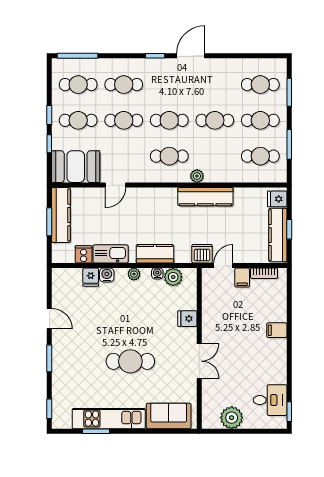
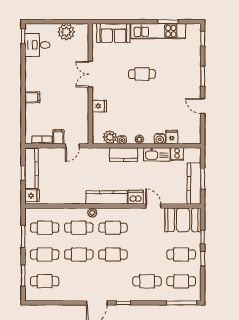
cafe table: (124, 120) -> (79, 228), moved
door: (115, 185) -> (153, 206), hinge flipped
kitchen counter: (205, 197) -> (107, 197), moved
dishwasher: (202, 254) -> (136, 197), moved, turned 180
cafe table: (130, 361) -> (142, 74), width x0.73, depth x0.74

